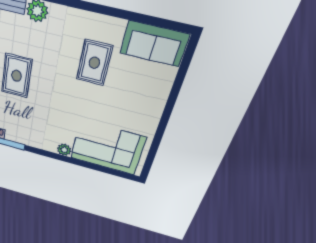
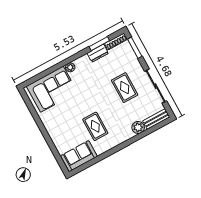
dresser: (20, 137) -> (98, 53), added

